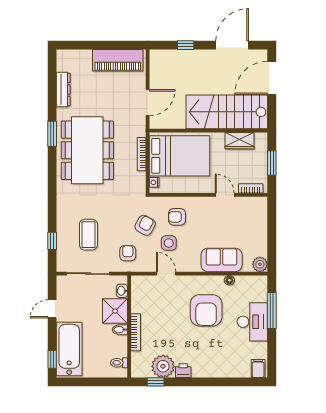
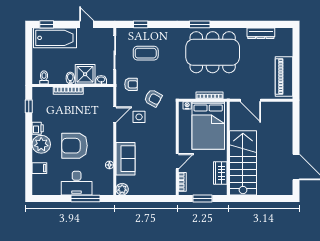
window: (186, 45) -> (296, 130), removed
door: (272, 78) -> (270, 199), removed
window: (52, 134) -> (200, 24), moved
armchair: (177, 217) -> (160, 123), removed
armchair: (206, 310) -> (75, 146), moved
plant: (163, 366) -> (41, 144), moved
filing cabinet: (258, 368) -> (39, 168), moved

